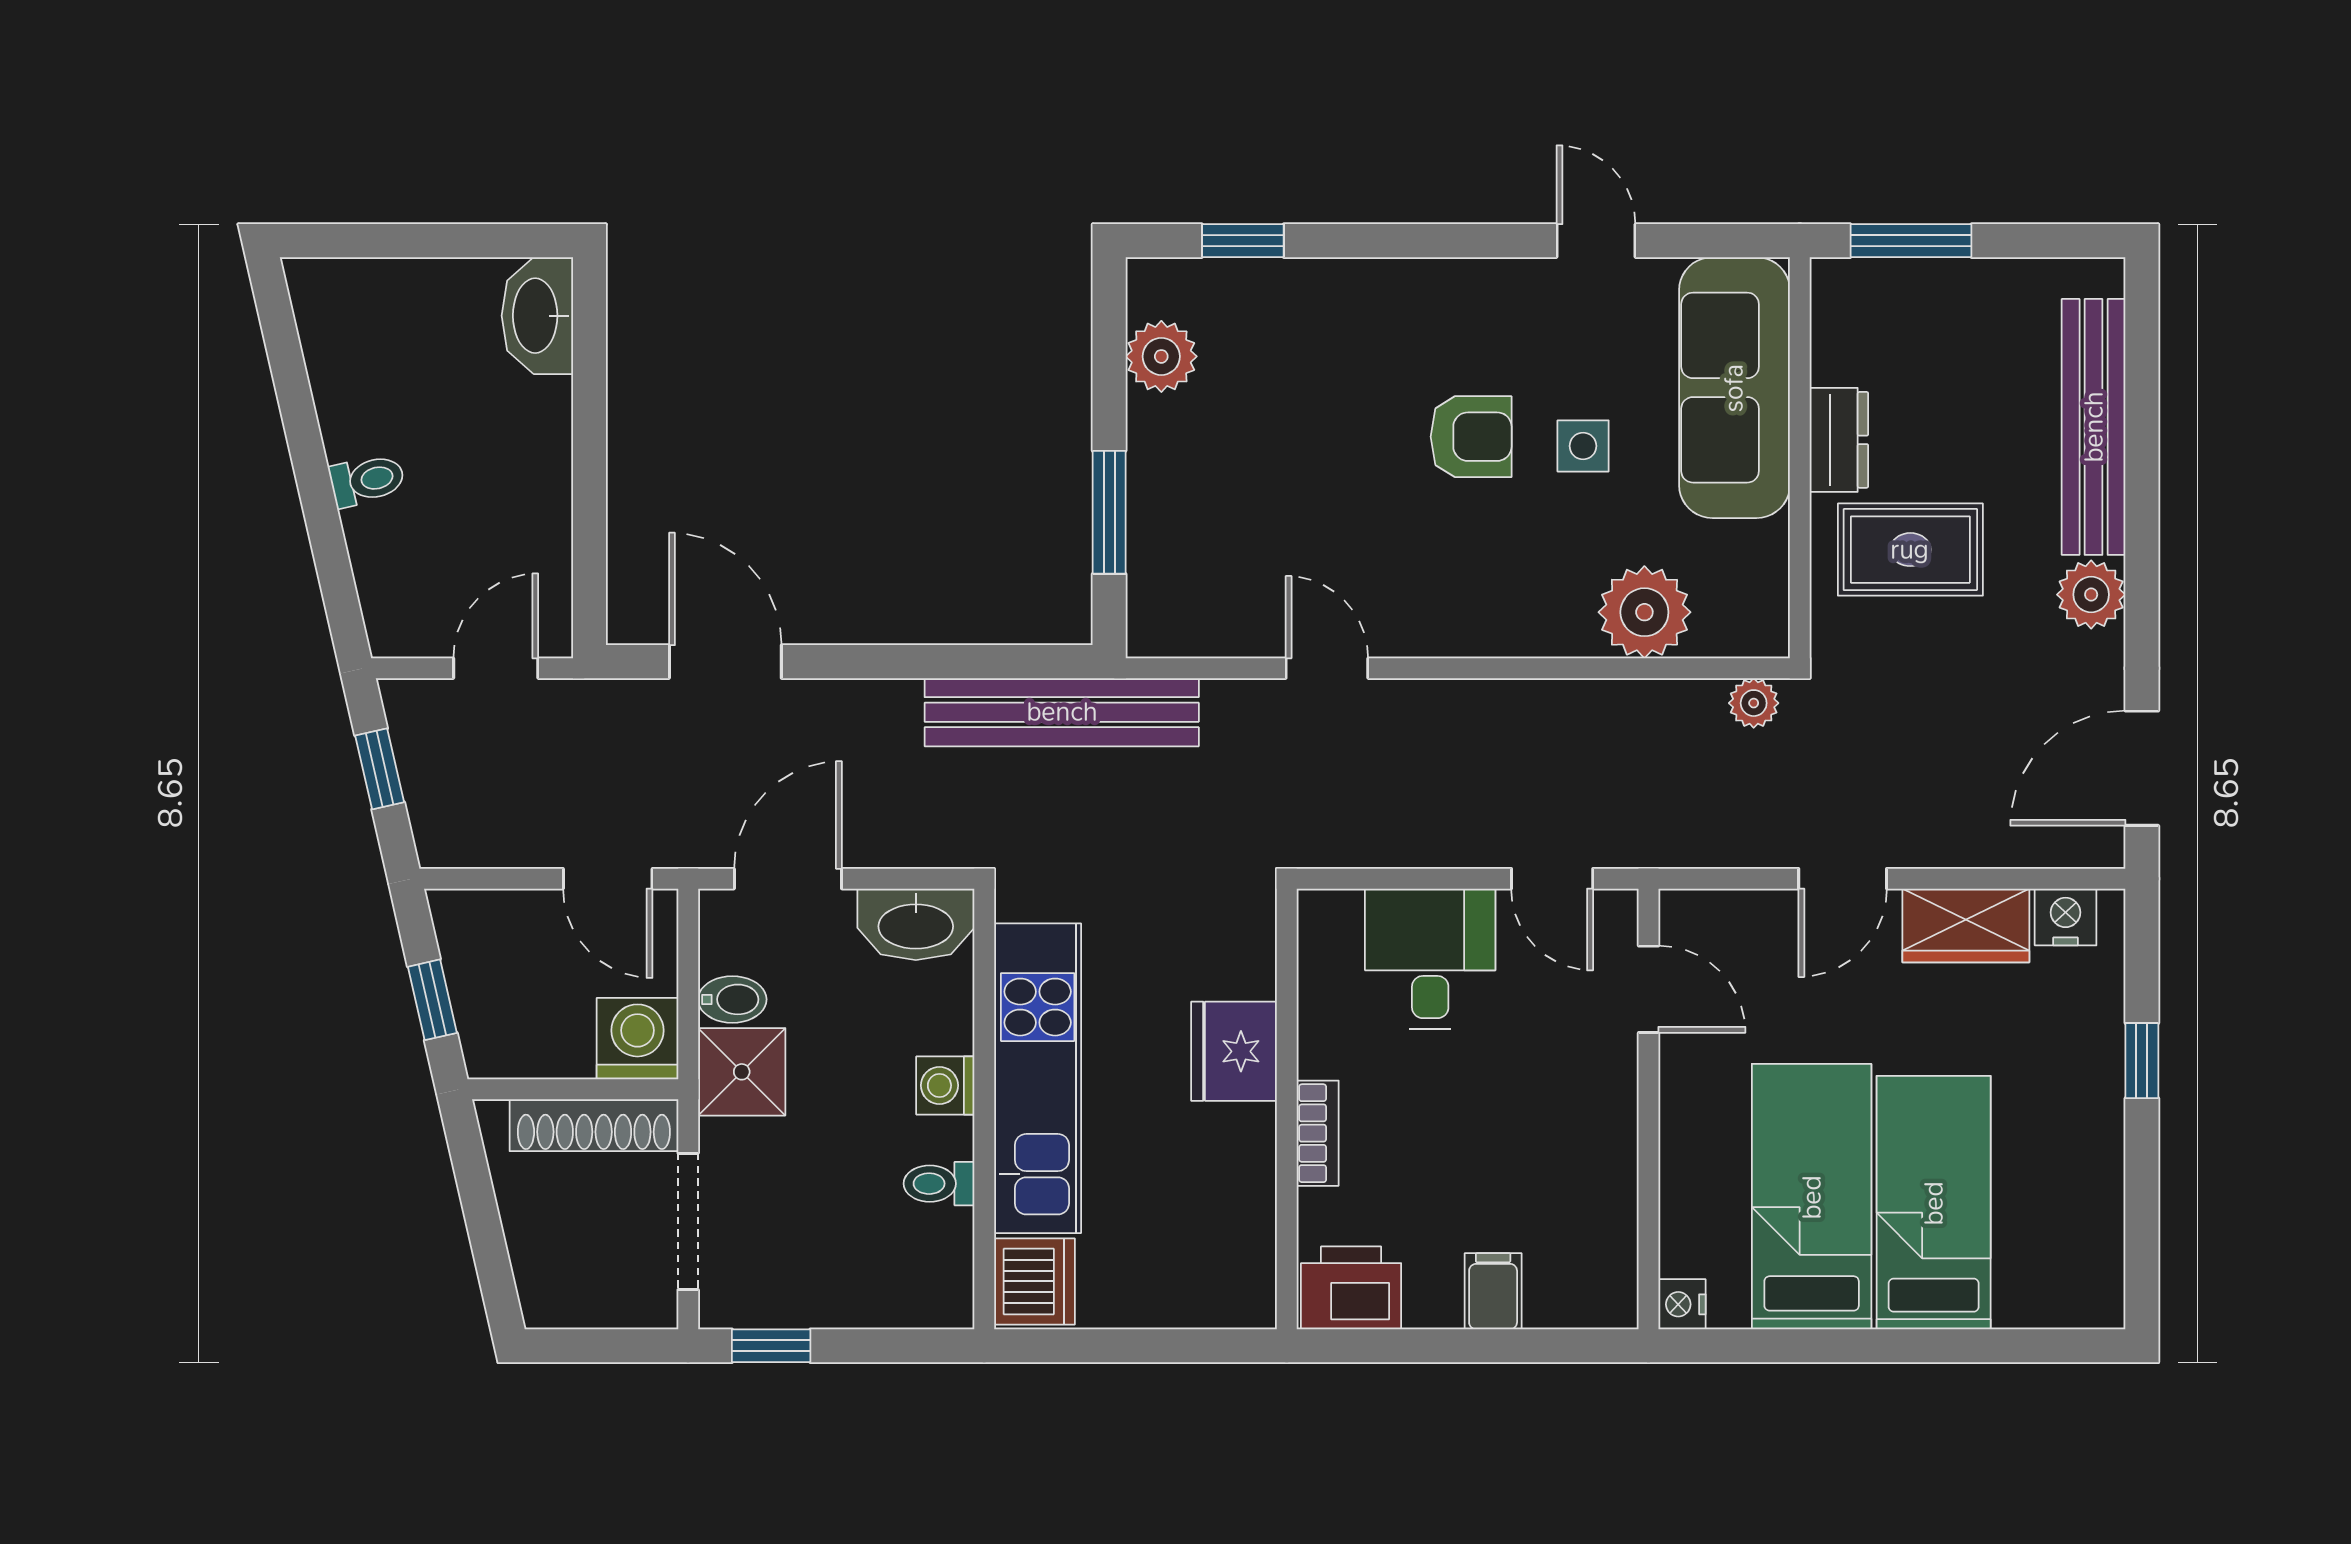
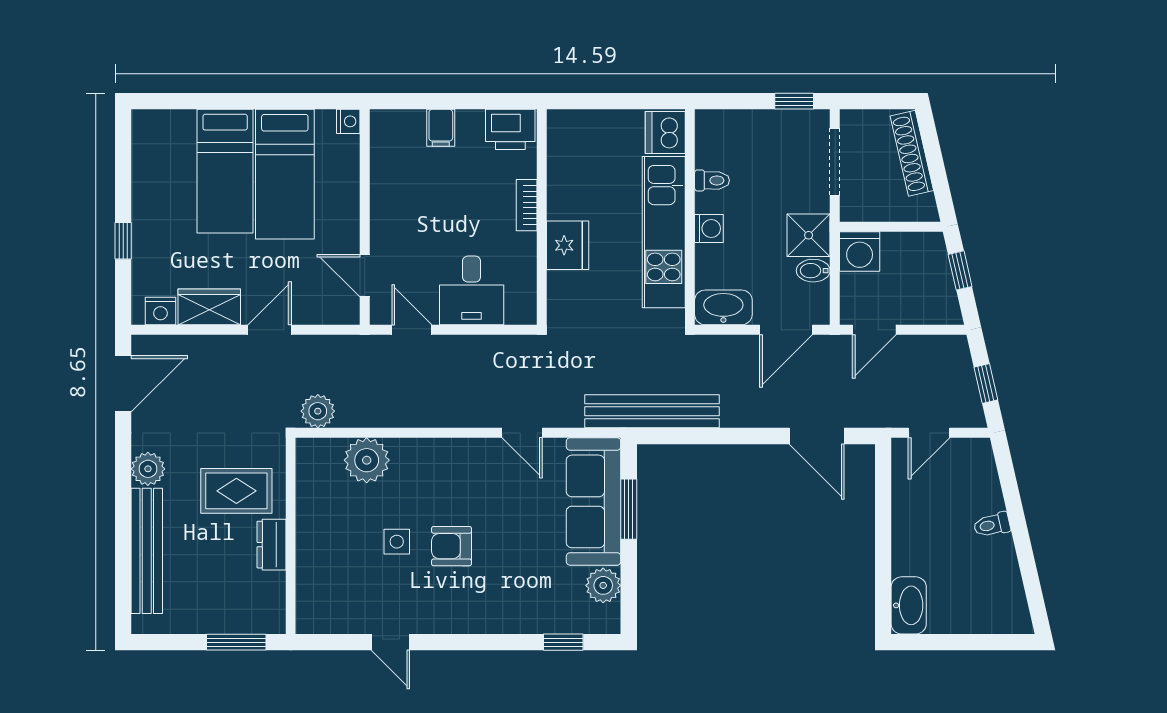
sofa: (1734, 388) -> (594, 501), moved, turned 180
plant: (1754, 703) -> (318, 411), width x1.38, depth x1.38
door: (608, 879) -> (874, 330), swing flipped
shoe rack: (594, 1125) -> (912, 153), moved, turned -103

